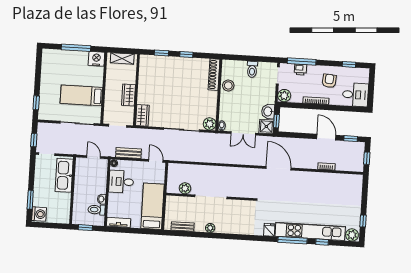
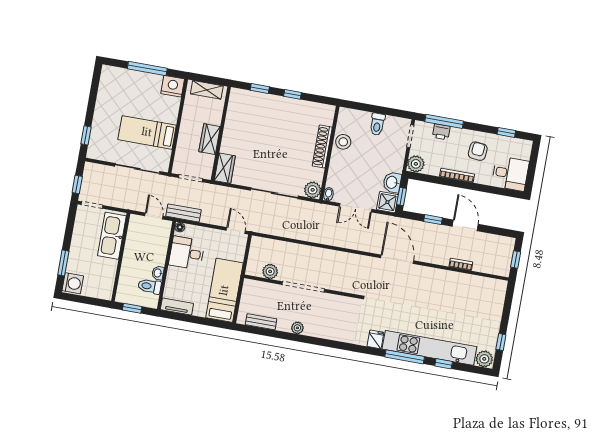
shoe rack: (214, 75) -> (322, 147), moved
window: (351, 139) -> (433, 220), moved
bench: (128, 153) -> (183, 213), moved

